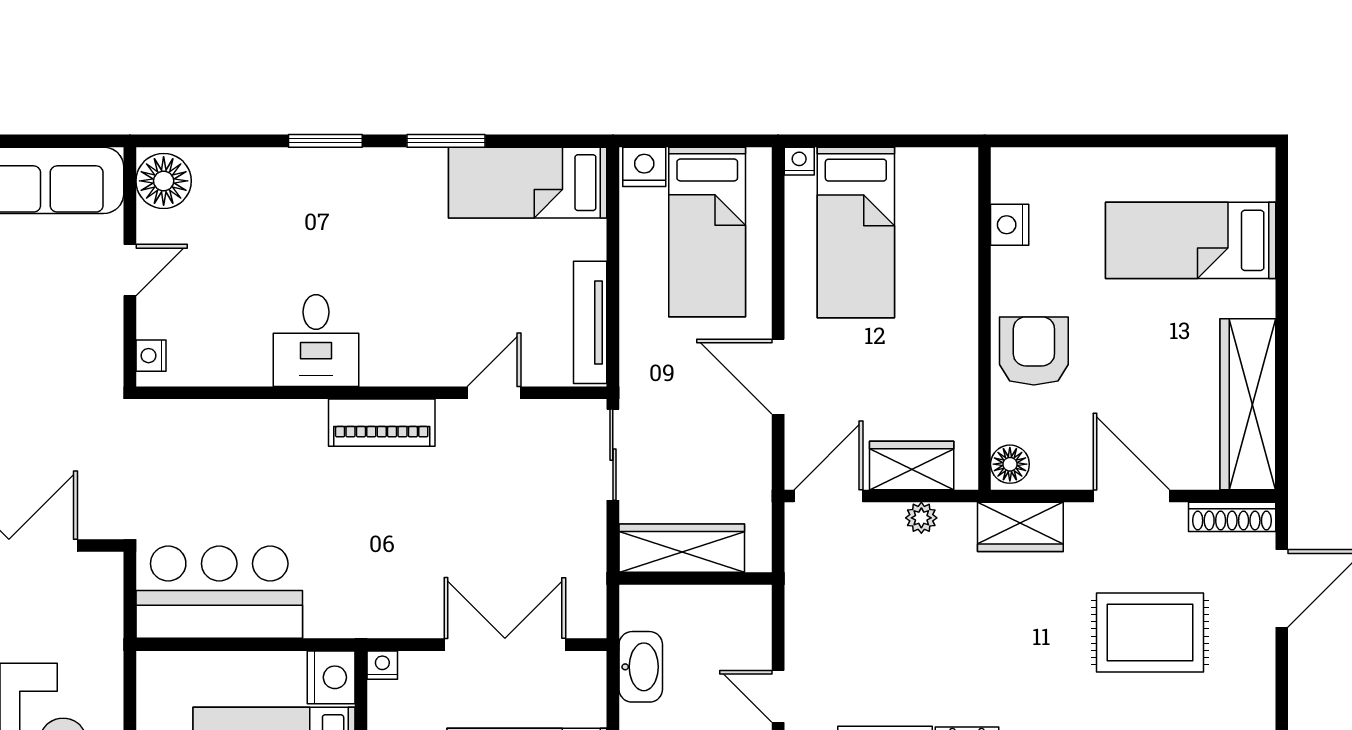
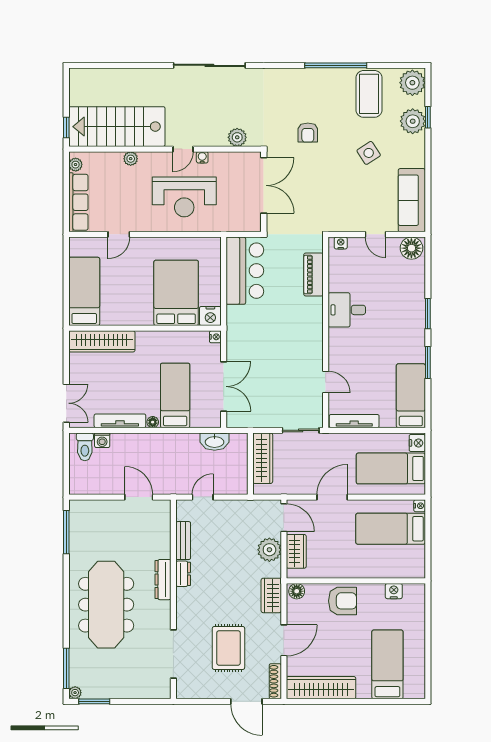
piano: (382, 423) -> (314, 274), moved
plant: (921, 518) -> (269, 550), width x1.88, depth x1.88

